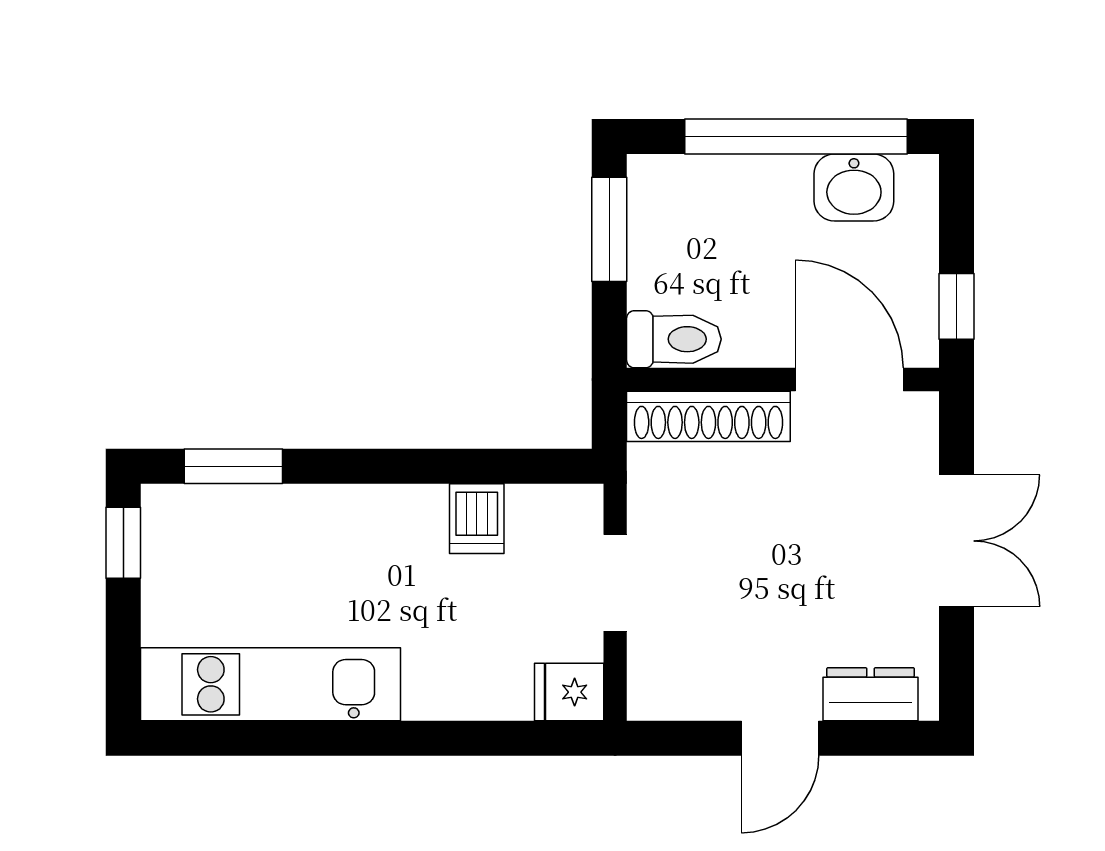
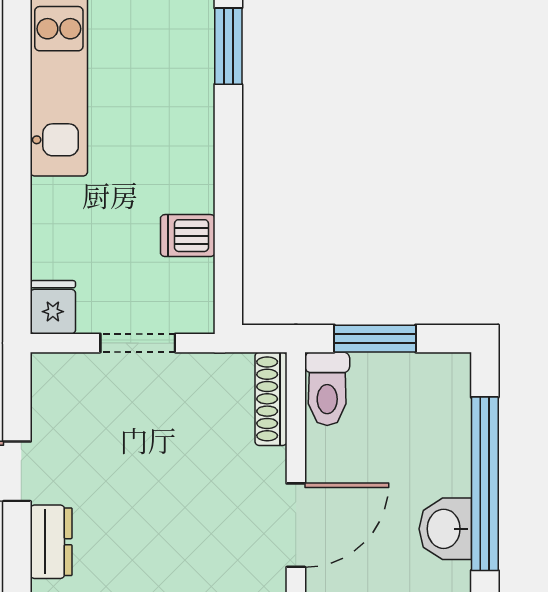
window: (609, 229) -> (375, 339), moved
shoe rack: (708, 416) -> (271, 399), width x0.74, depth x0.81

